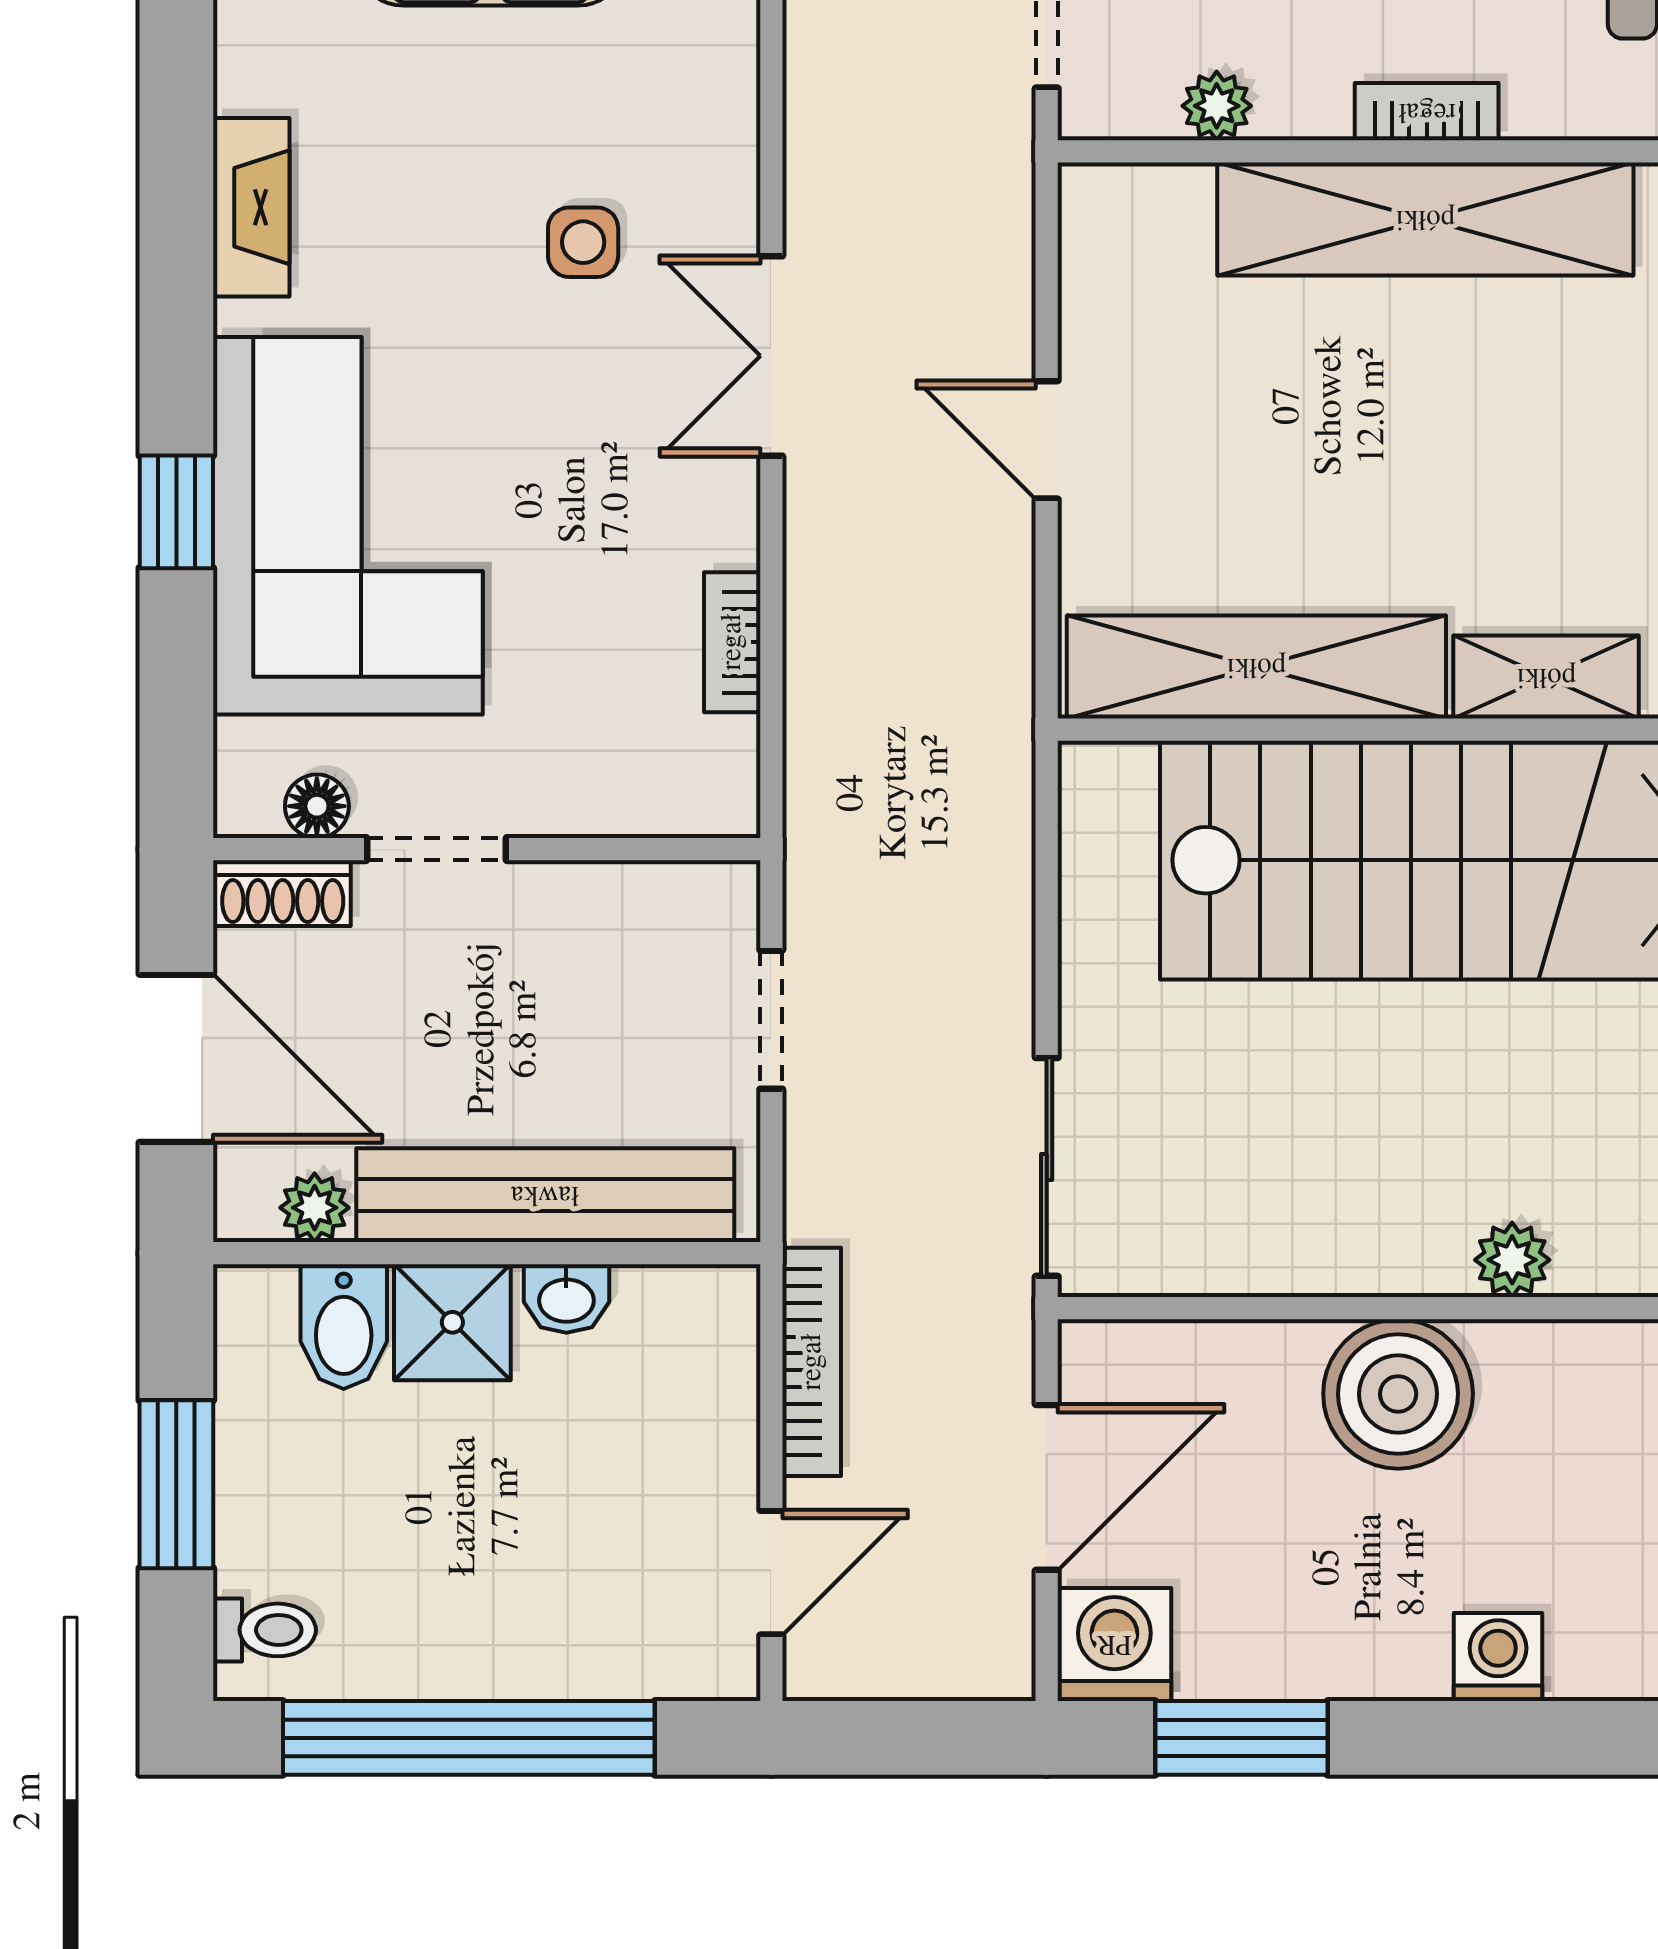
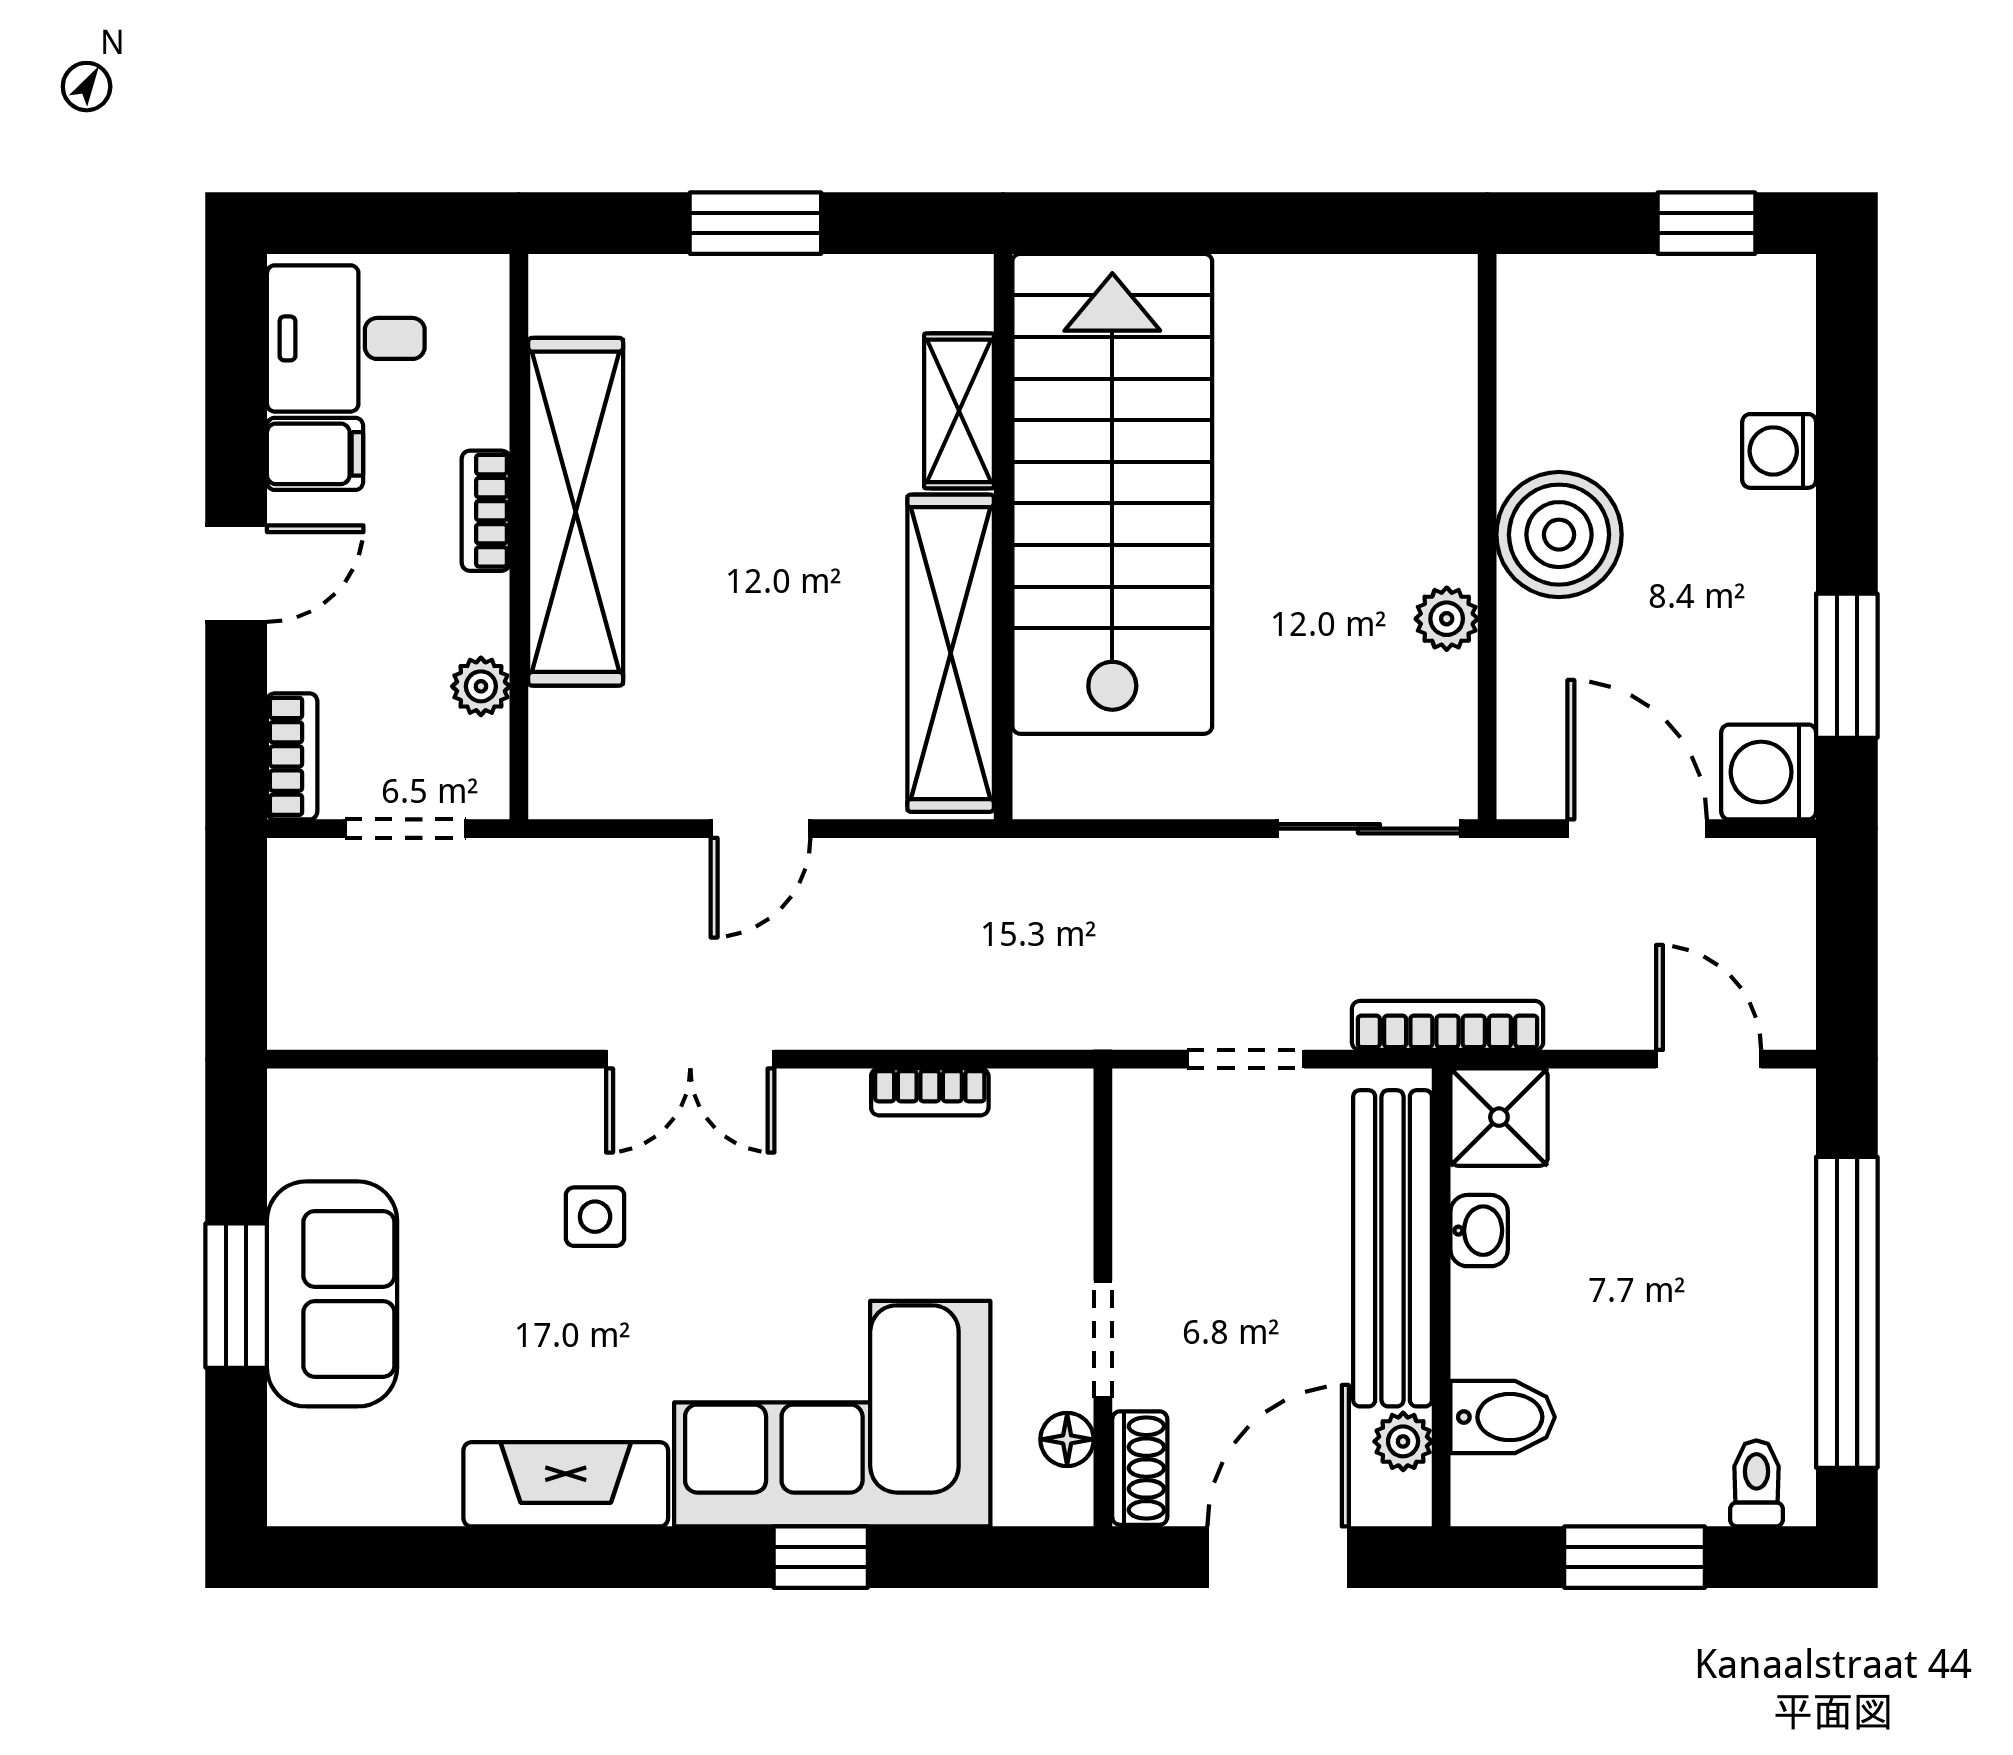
fireplace: (251, 207) -> (566, 1484), width x1.37, depth x1.32
plant: (1512, 1260) -> (1447, 619), moved
shower: (452, 1322) -> (1499, 1117), moved
bookcase: (812, 1362) -> (1448, 1025), moved

